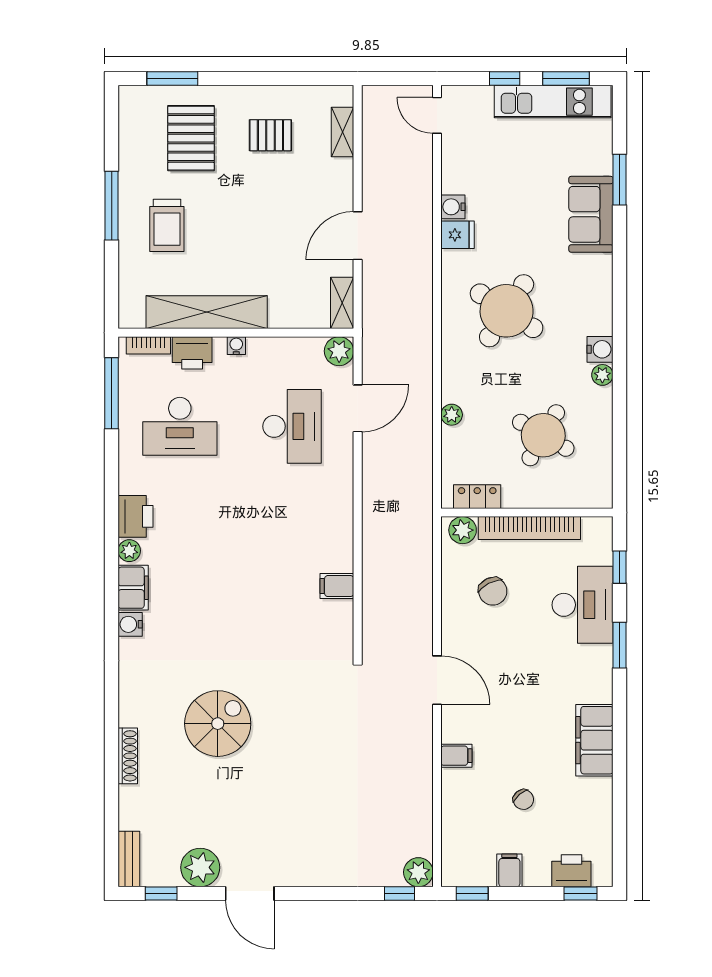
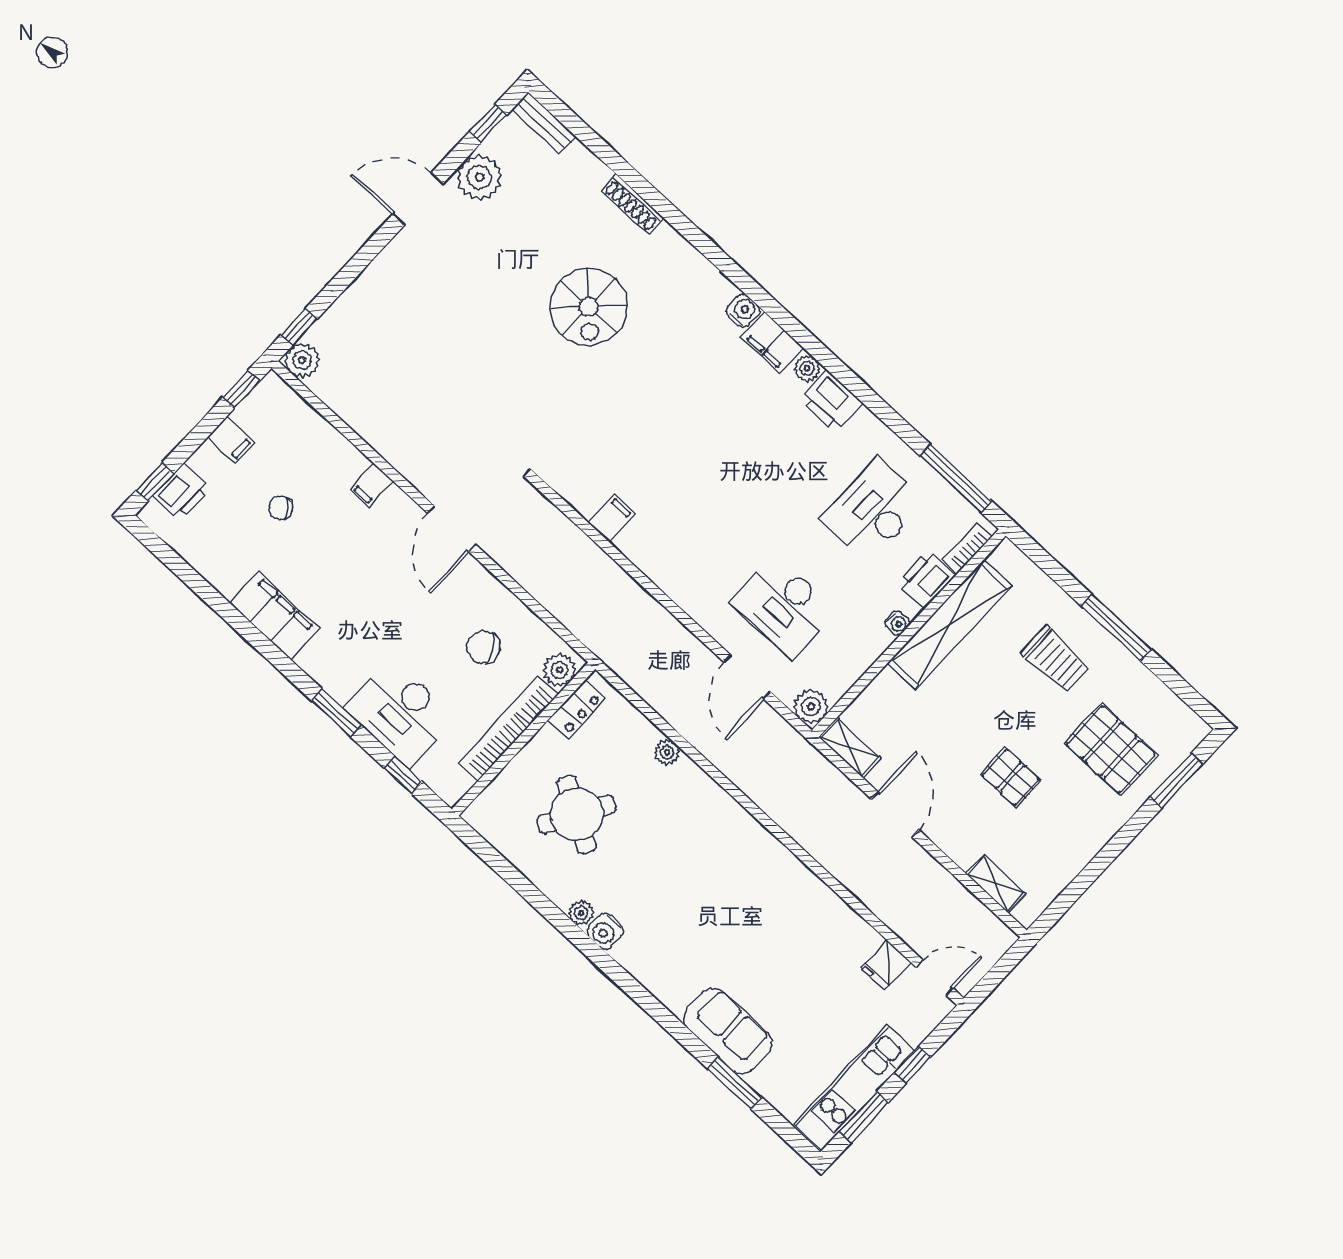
pallet: (270, 135) -> (1011, 777), moved, turned 90
water cooler: (453, 207) -> (844, 919), removed
trolley: (167, 225) -> (1055, 659), turned 180
fridge: (458, 235) -> (886, 965), moved
round table: (507, 311) -> (712, 882), removed
door: (437, 680) -> (452, 529), hinge flipped

